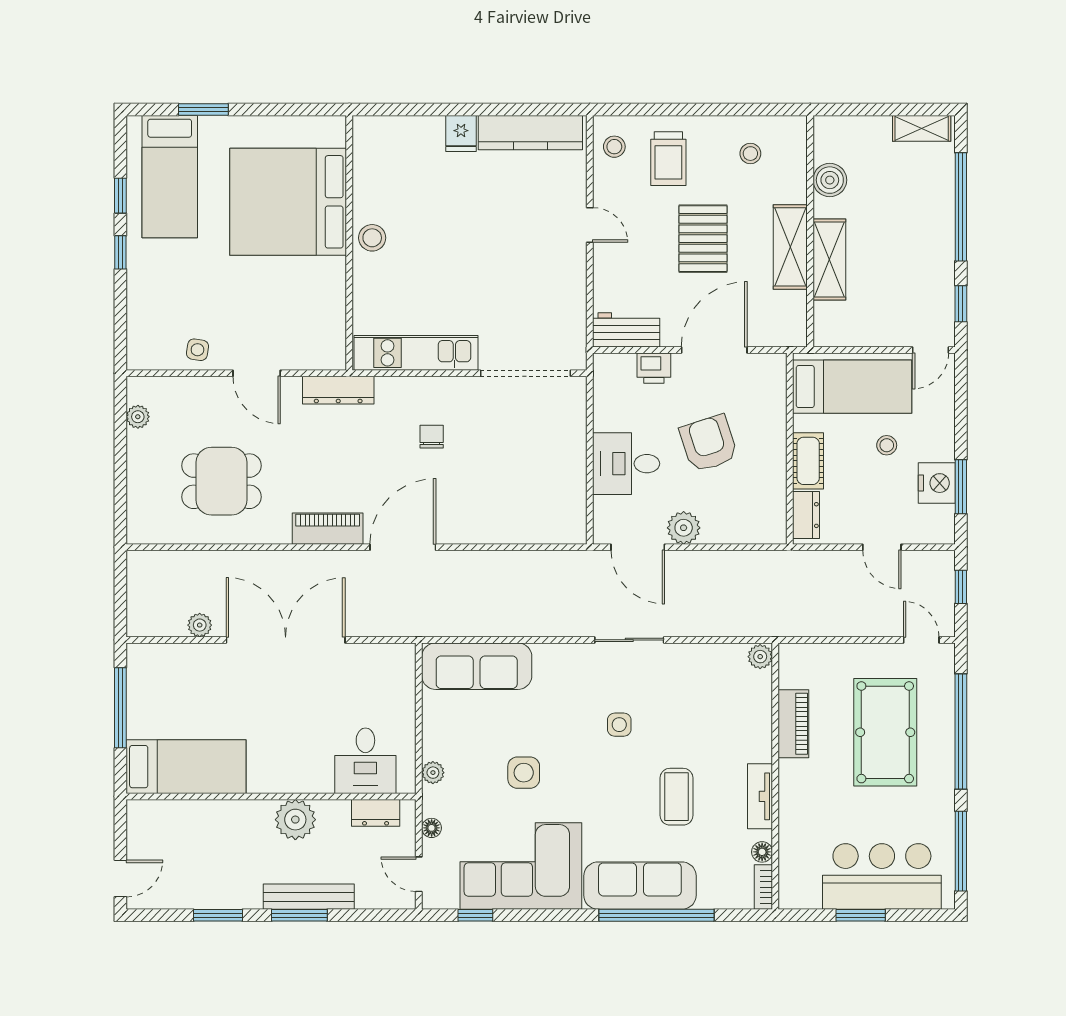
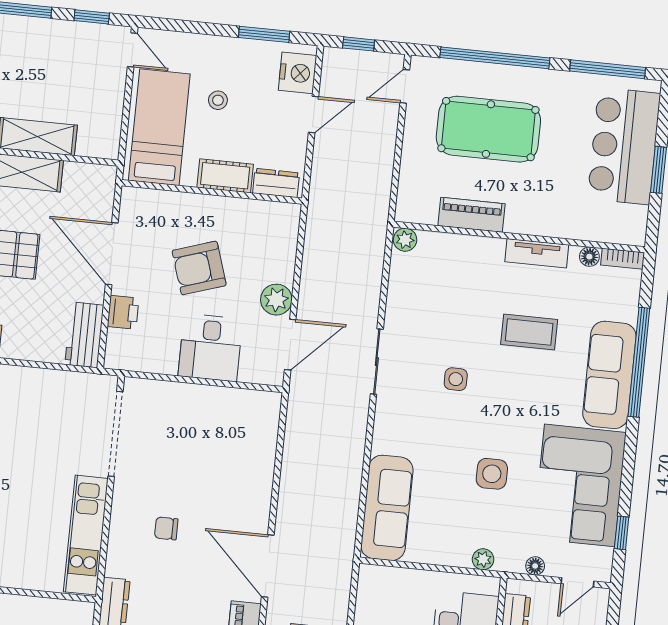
nightstand: (937, 483) -> (298, 73), moved, turned 90

